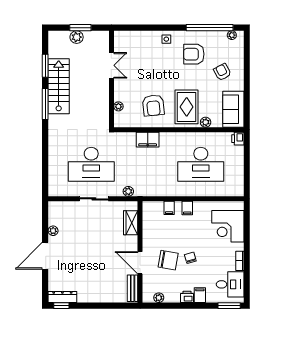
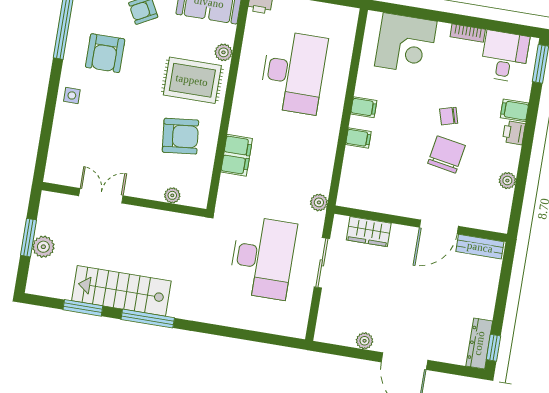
wardrobe: (131, 223) -> (369, 232), moved
wall: (140, 252) -> (421, 224), moved
door: (140, 263) -> (439, 227), moved
bench: (133, 288) -> (480, 247), moved

